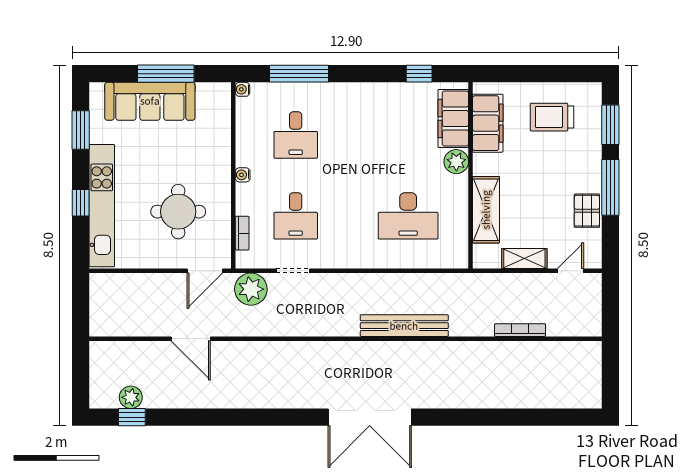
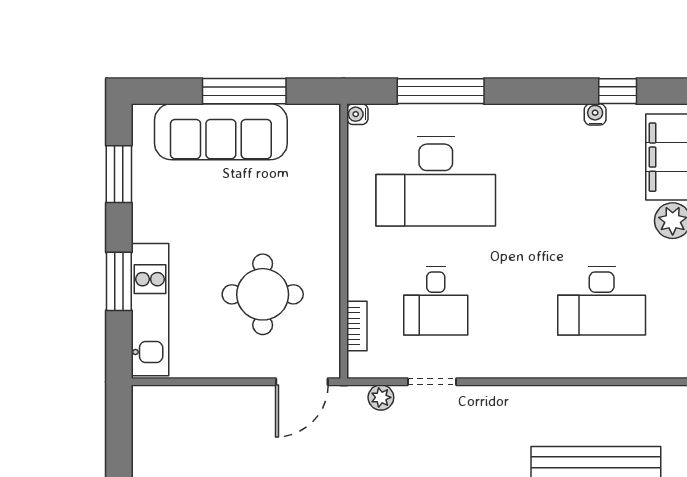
desk: (296, 135) -> (436, 181), width x1.87, depth x1.30
water cooler: (243, 175) -> (595, 114), moved, turned 90
window: (81, 203) -> (119, 281), width x1.50
kitchen unit: (102, 206) -> (150, 310), width x0.73
plant: (251, 289) -> (381, 397), width x0.53, depth x0.53

